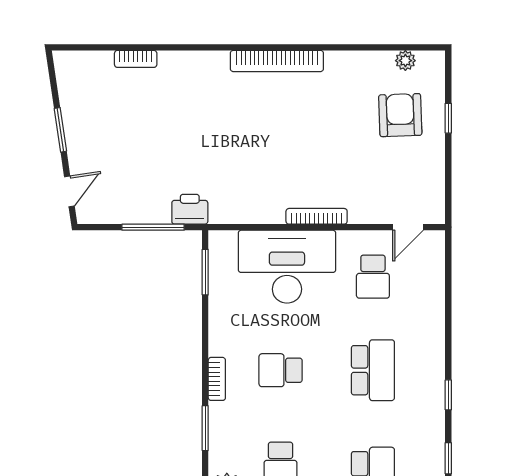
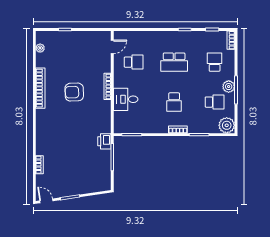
bookcase: (277, 61) -> (40, 88), moved
armchair: (400, 115) -> (74, 92), moved
door: (69, 191) -> (46, 201), moved
door: (408, 227) -> (112, 47), hinge flipped
desk: (287, 267) -> (126, 99), width x0.53, depth x0.77
school desk: (373, 370) -> (174, 62), turned 180

